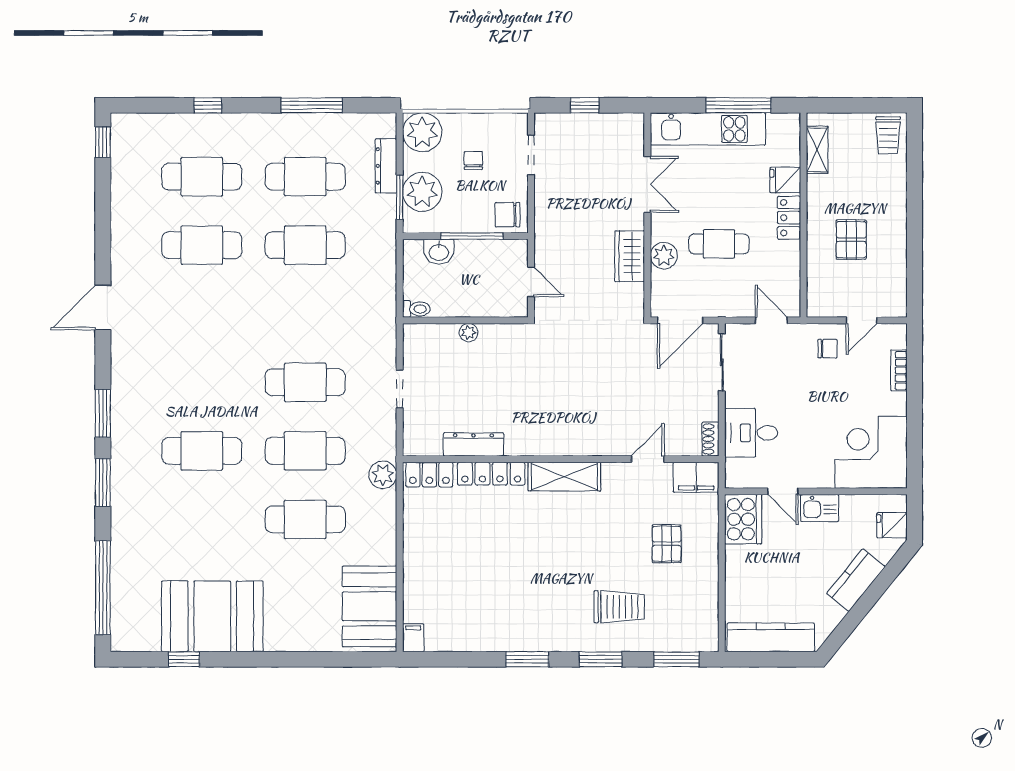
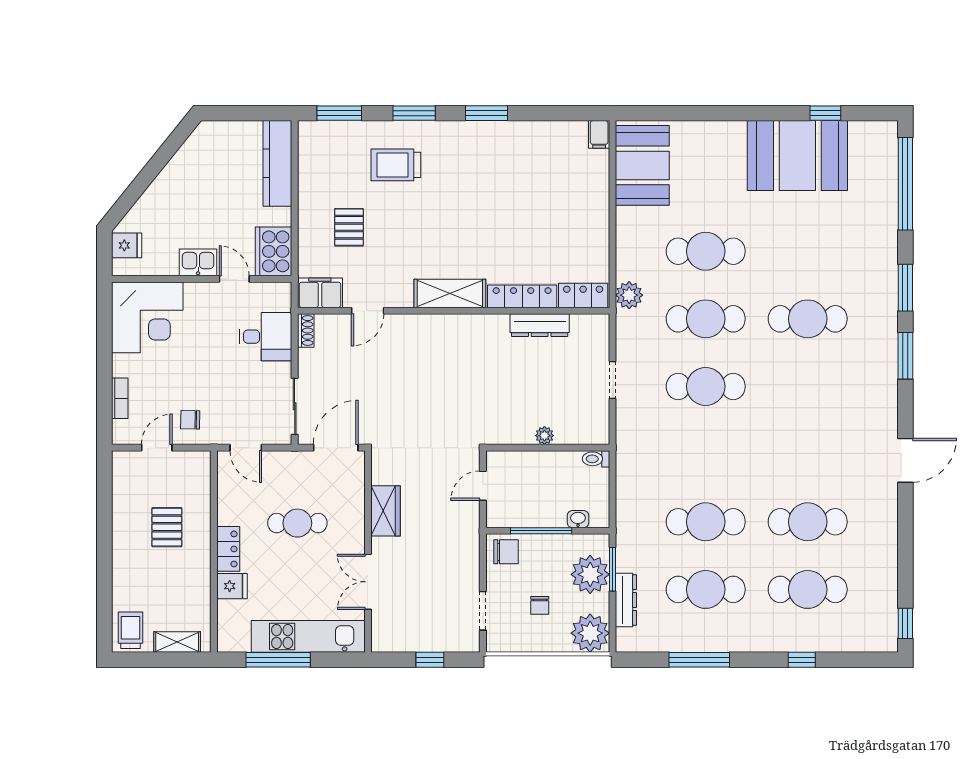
shelving: (817, 150) -> (177, 642), moved, turned 90
washbasin: (439, 252) -> (578, 519), width x0.72, depth x0.69
plant: (664, 256) -> (352, 511), removed
door: (531, 282) -> (483, 486), hinge flipped
kitchen counter: (856, 580) -> (162, 191), removed
kitchen counter: (771, 637) -> (277, 163), moved, turned 90

